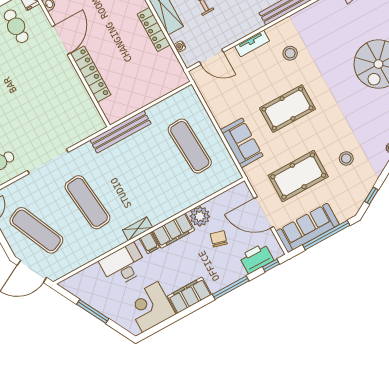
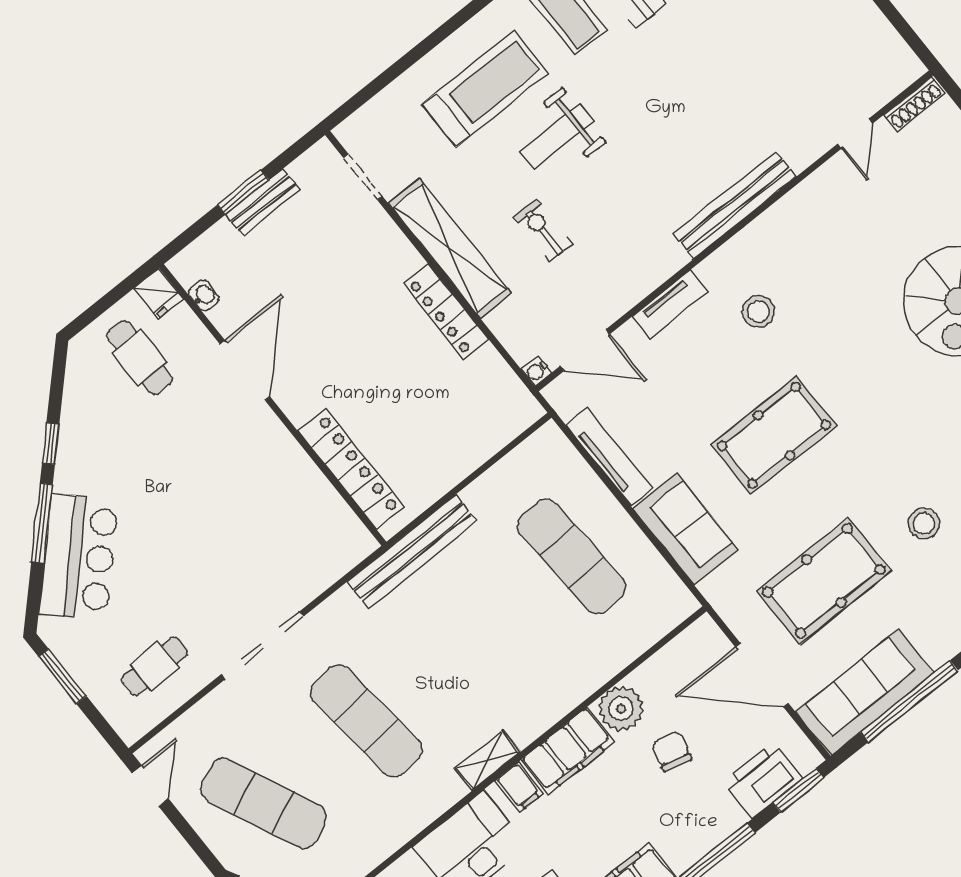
water cooler: (180, 47) -> (536, 371), moved
locker: (91, 74) -> (351, 469), moved
tv unit: (214, 106) -> (609, 457), added
window: (271, 266) -> (798, 790), width x1.50

